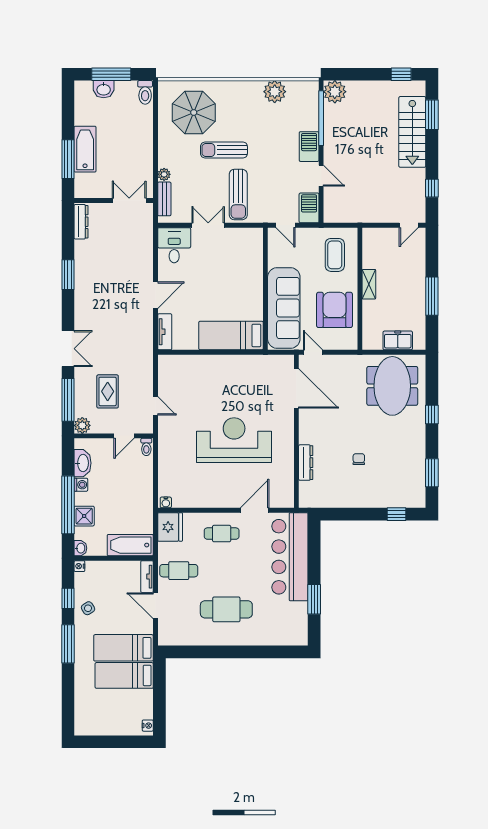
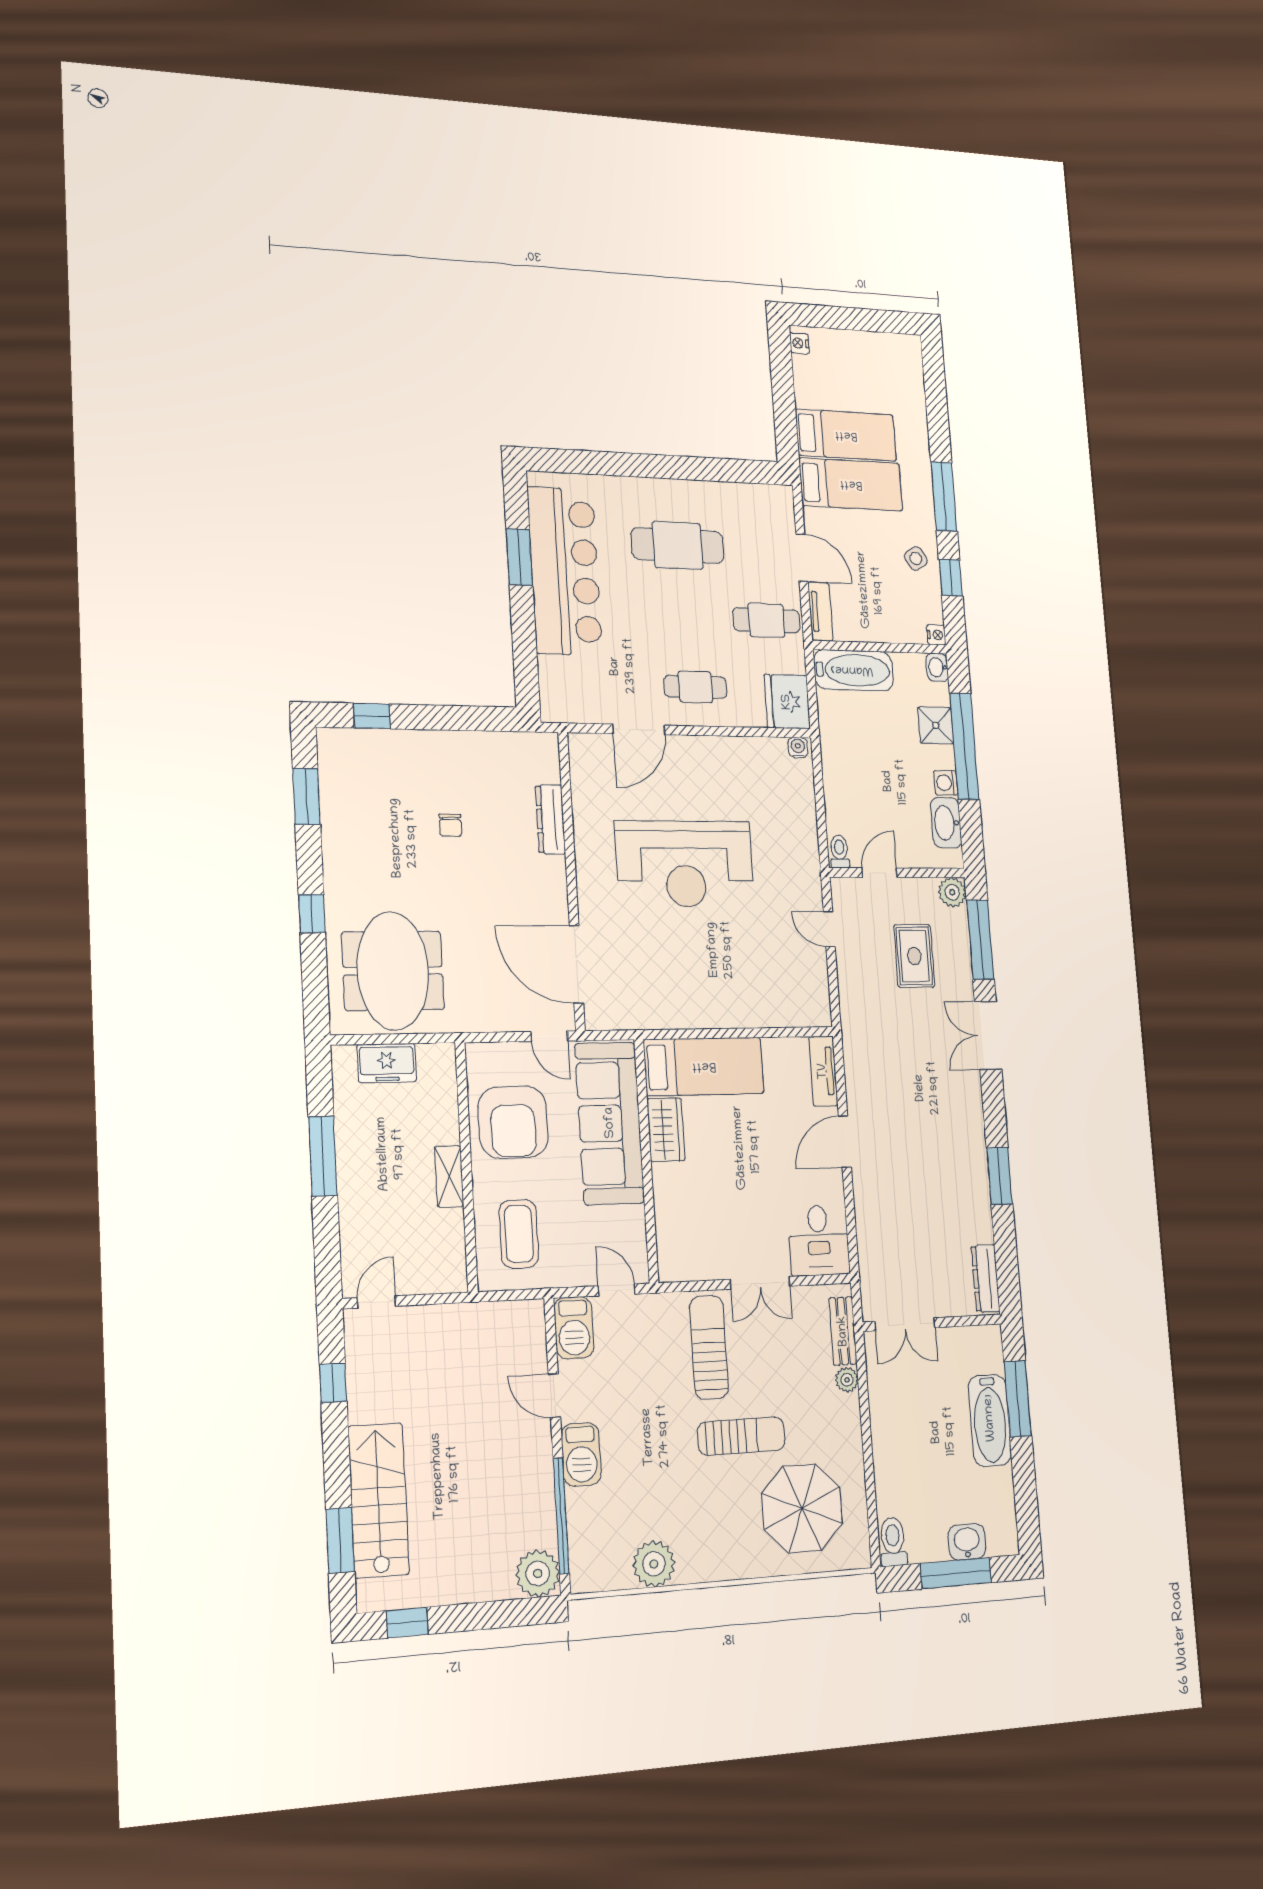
wardrobe: (254, 304) -> (666, 1130), added
bar counter: (290, 557) -> (565, 571), moved

